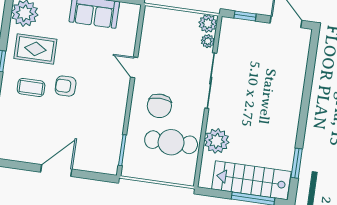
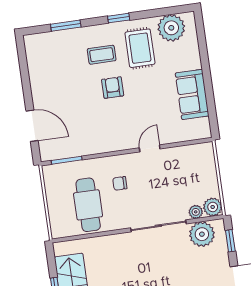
coffee table: (31, 87) -> (102, 55), turned 90
chair: (159, 106) -> (120, 183), width x0.54, depth x0.54
plant: (217, 141) -> (202, 234), moved
door: (56, 171) -> (32, 126), moved

